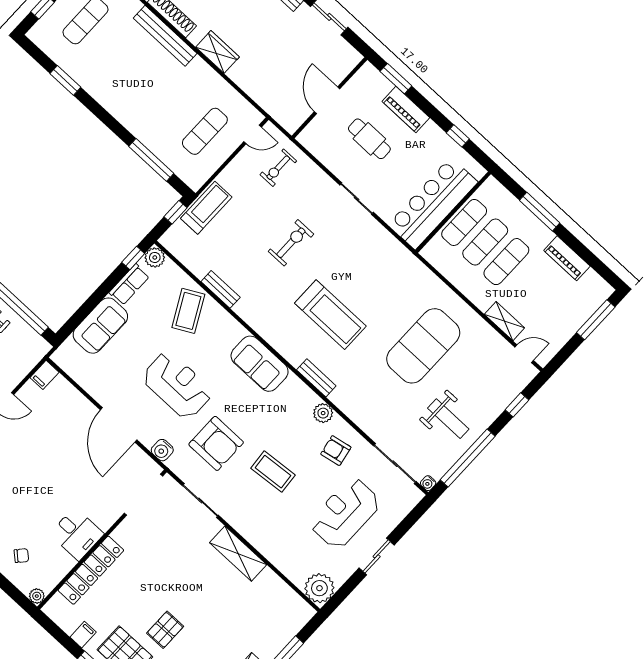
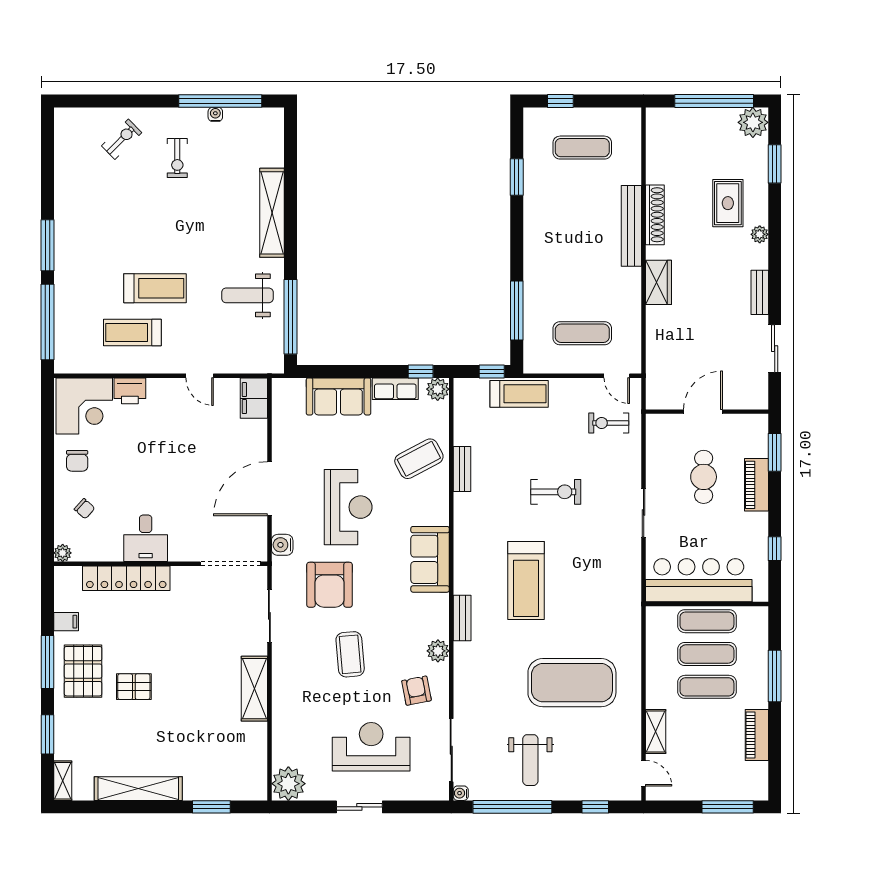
filing cabinet: (45, 375) -> (254, 398), width x2.00

